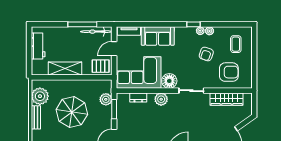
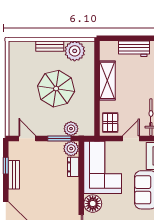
door: (114, 49) -> (131, 138), hinge flipped
plant: (161, 99) -> (71, 149), moved

